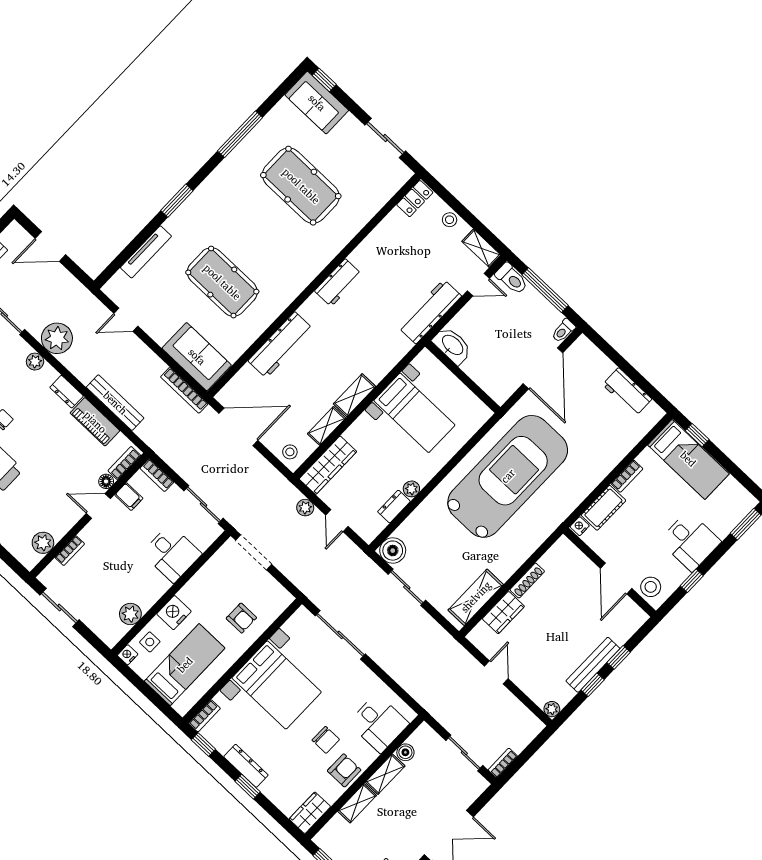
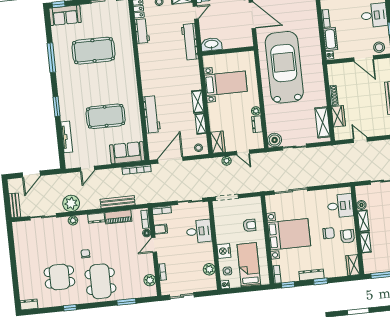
workbench: (338, 283) -> (142, 31), moved
wardrobe: (328, 465) -> (218, 142), width x0.67

